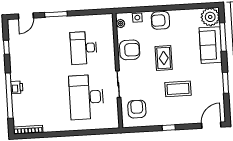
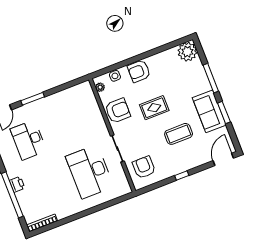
window: (223, 37) -> (211, 78), moved
sofa: (211, 45) -> (209, 111), moved
desk: (84, 48) -> (29, 140), moved
rug: (164, 58) -> (154, 108), turned 90

